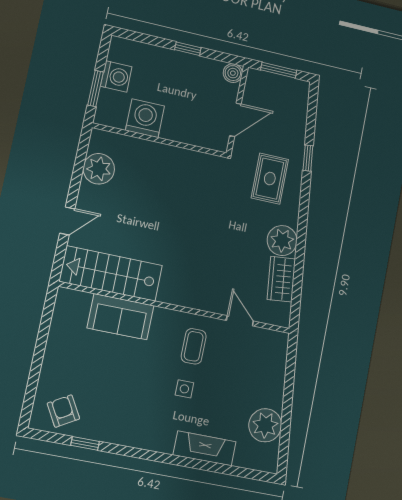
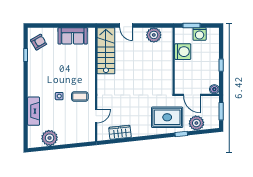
rug: (270, 179) -> (167, 117), width x1.36, depth x1.43
plant: (282, 241) -> (196, 123), moved
sofa: (120, 317) -> (73, 36), moved, turned -90

